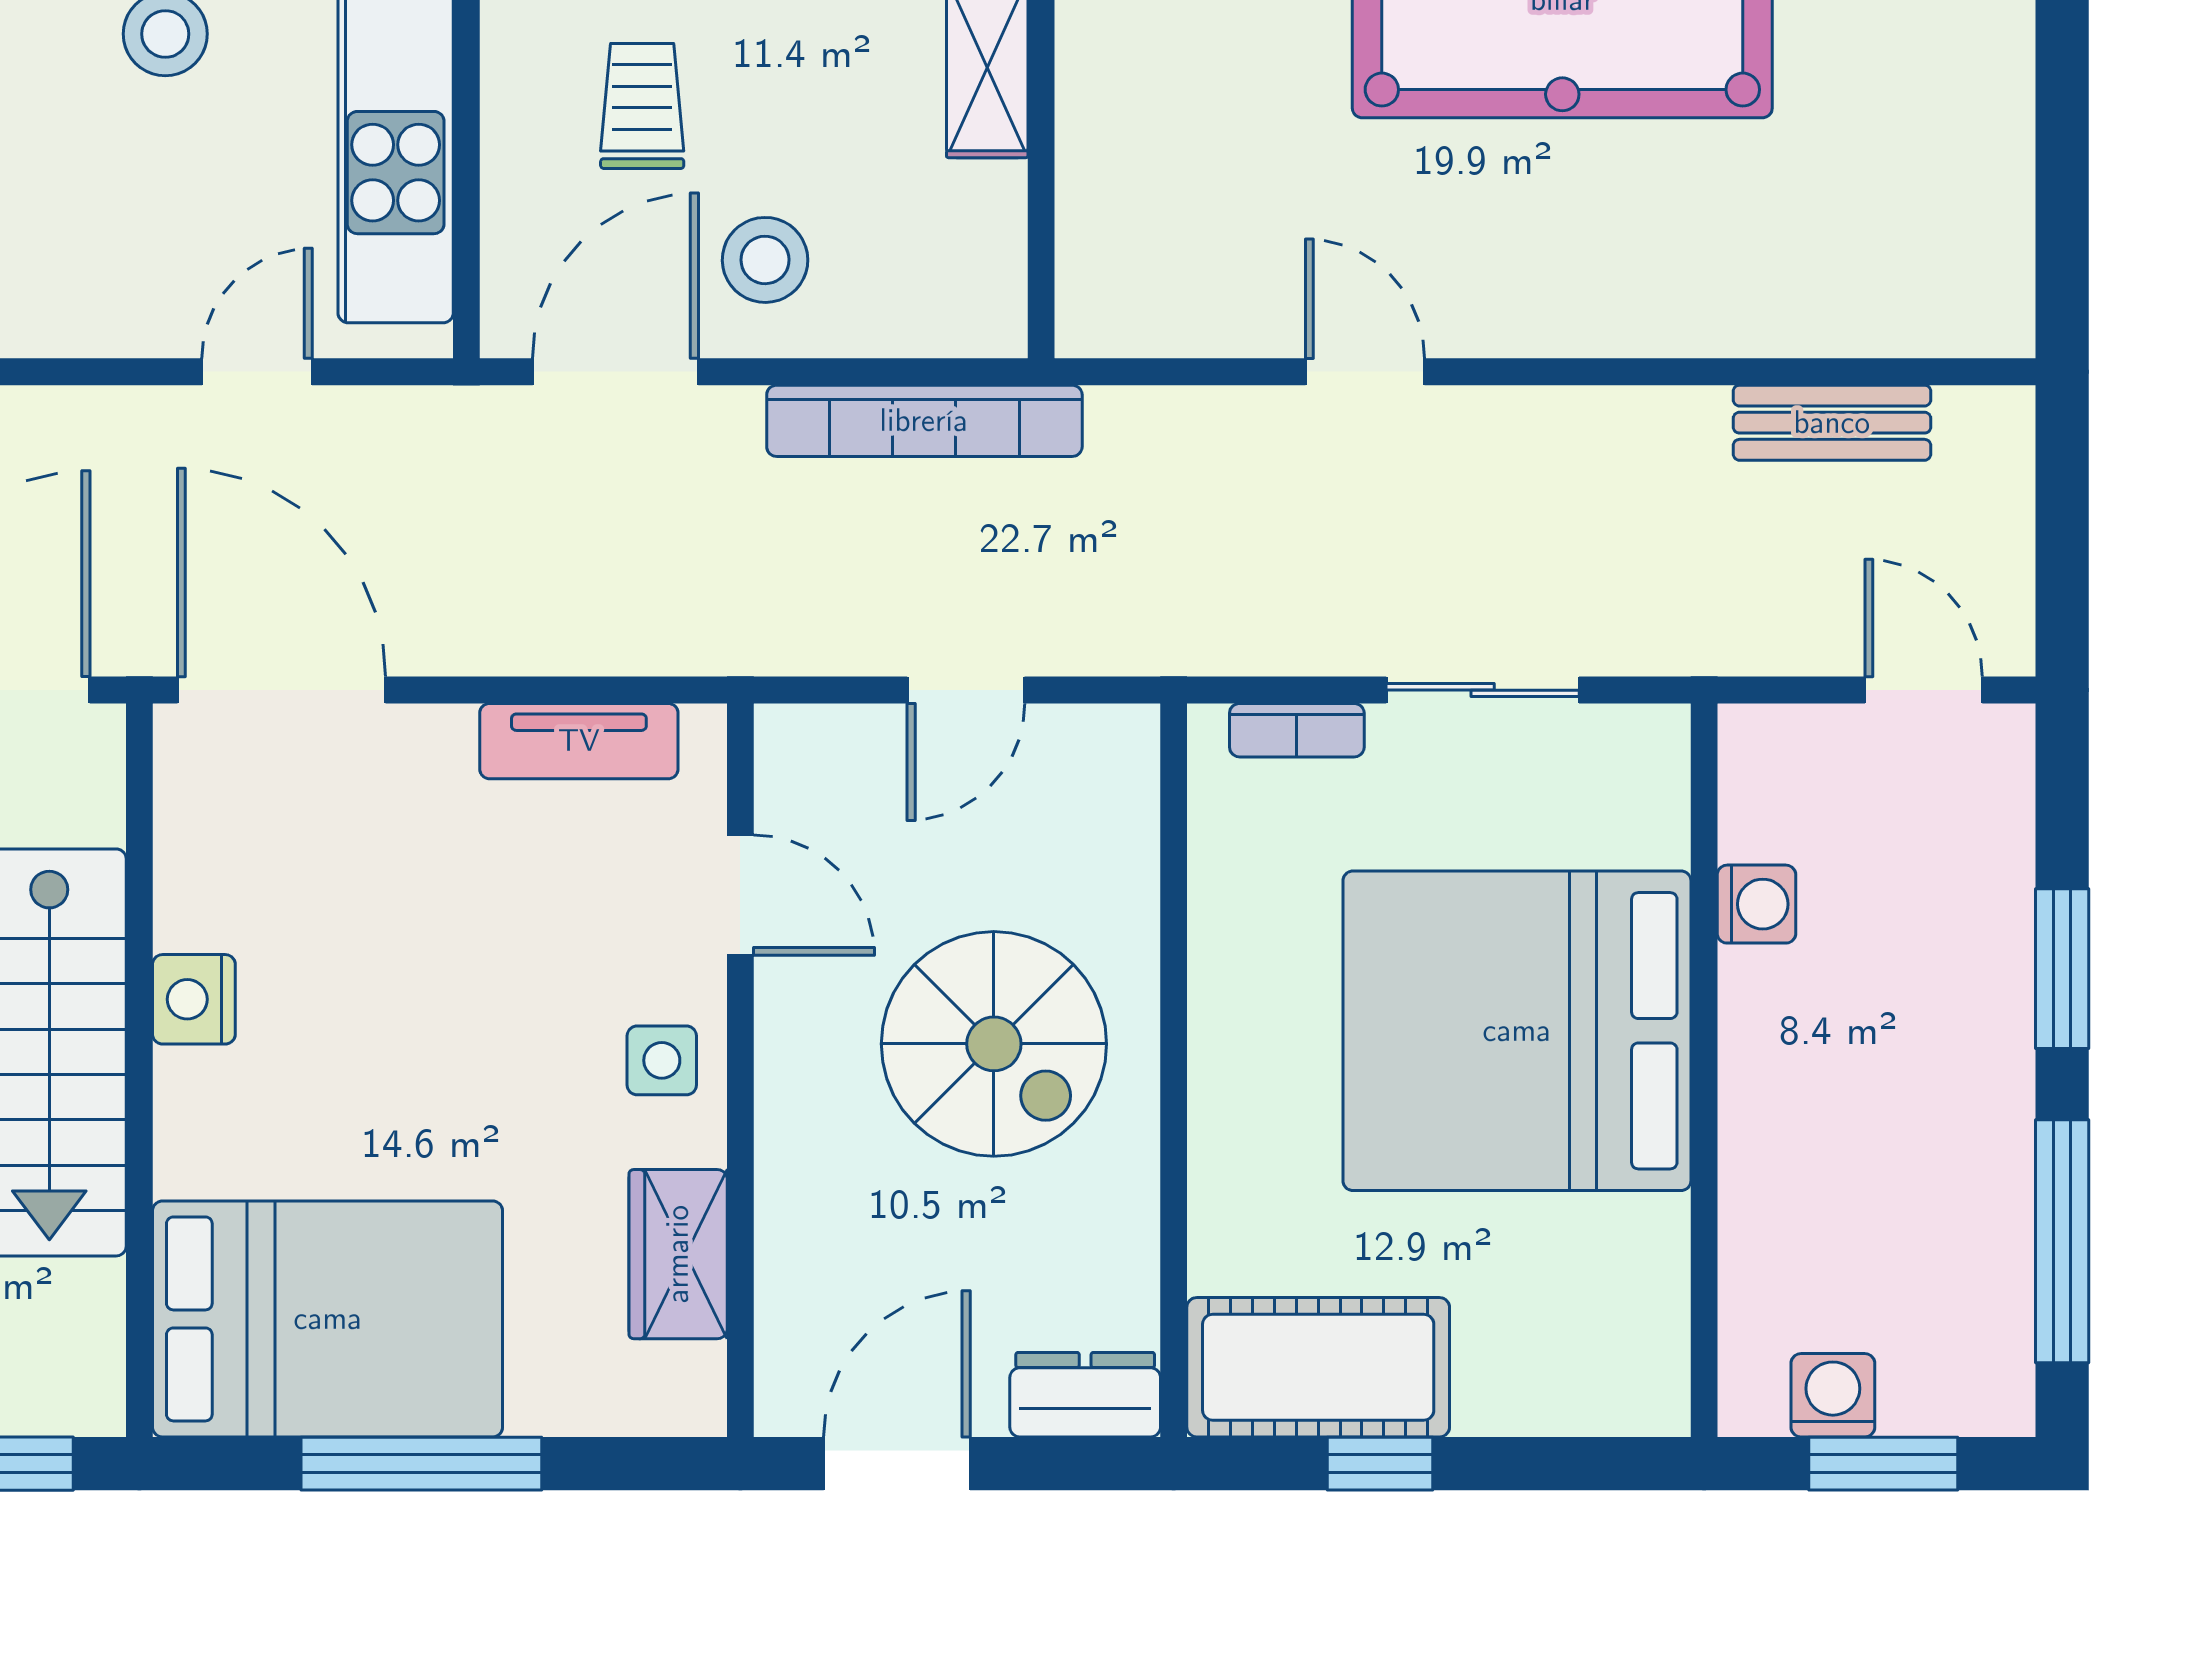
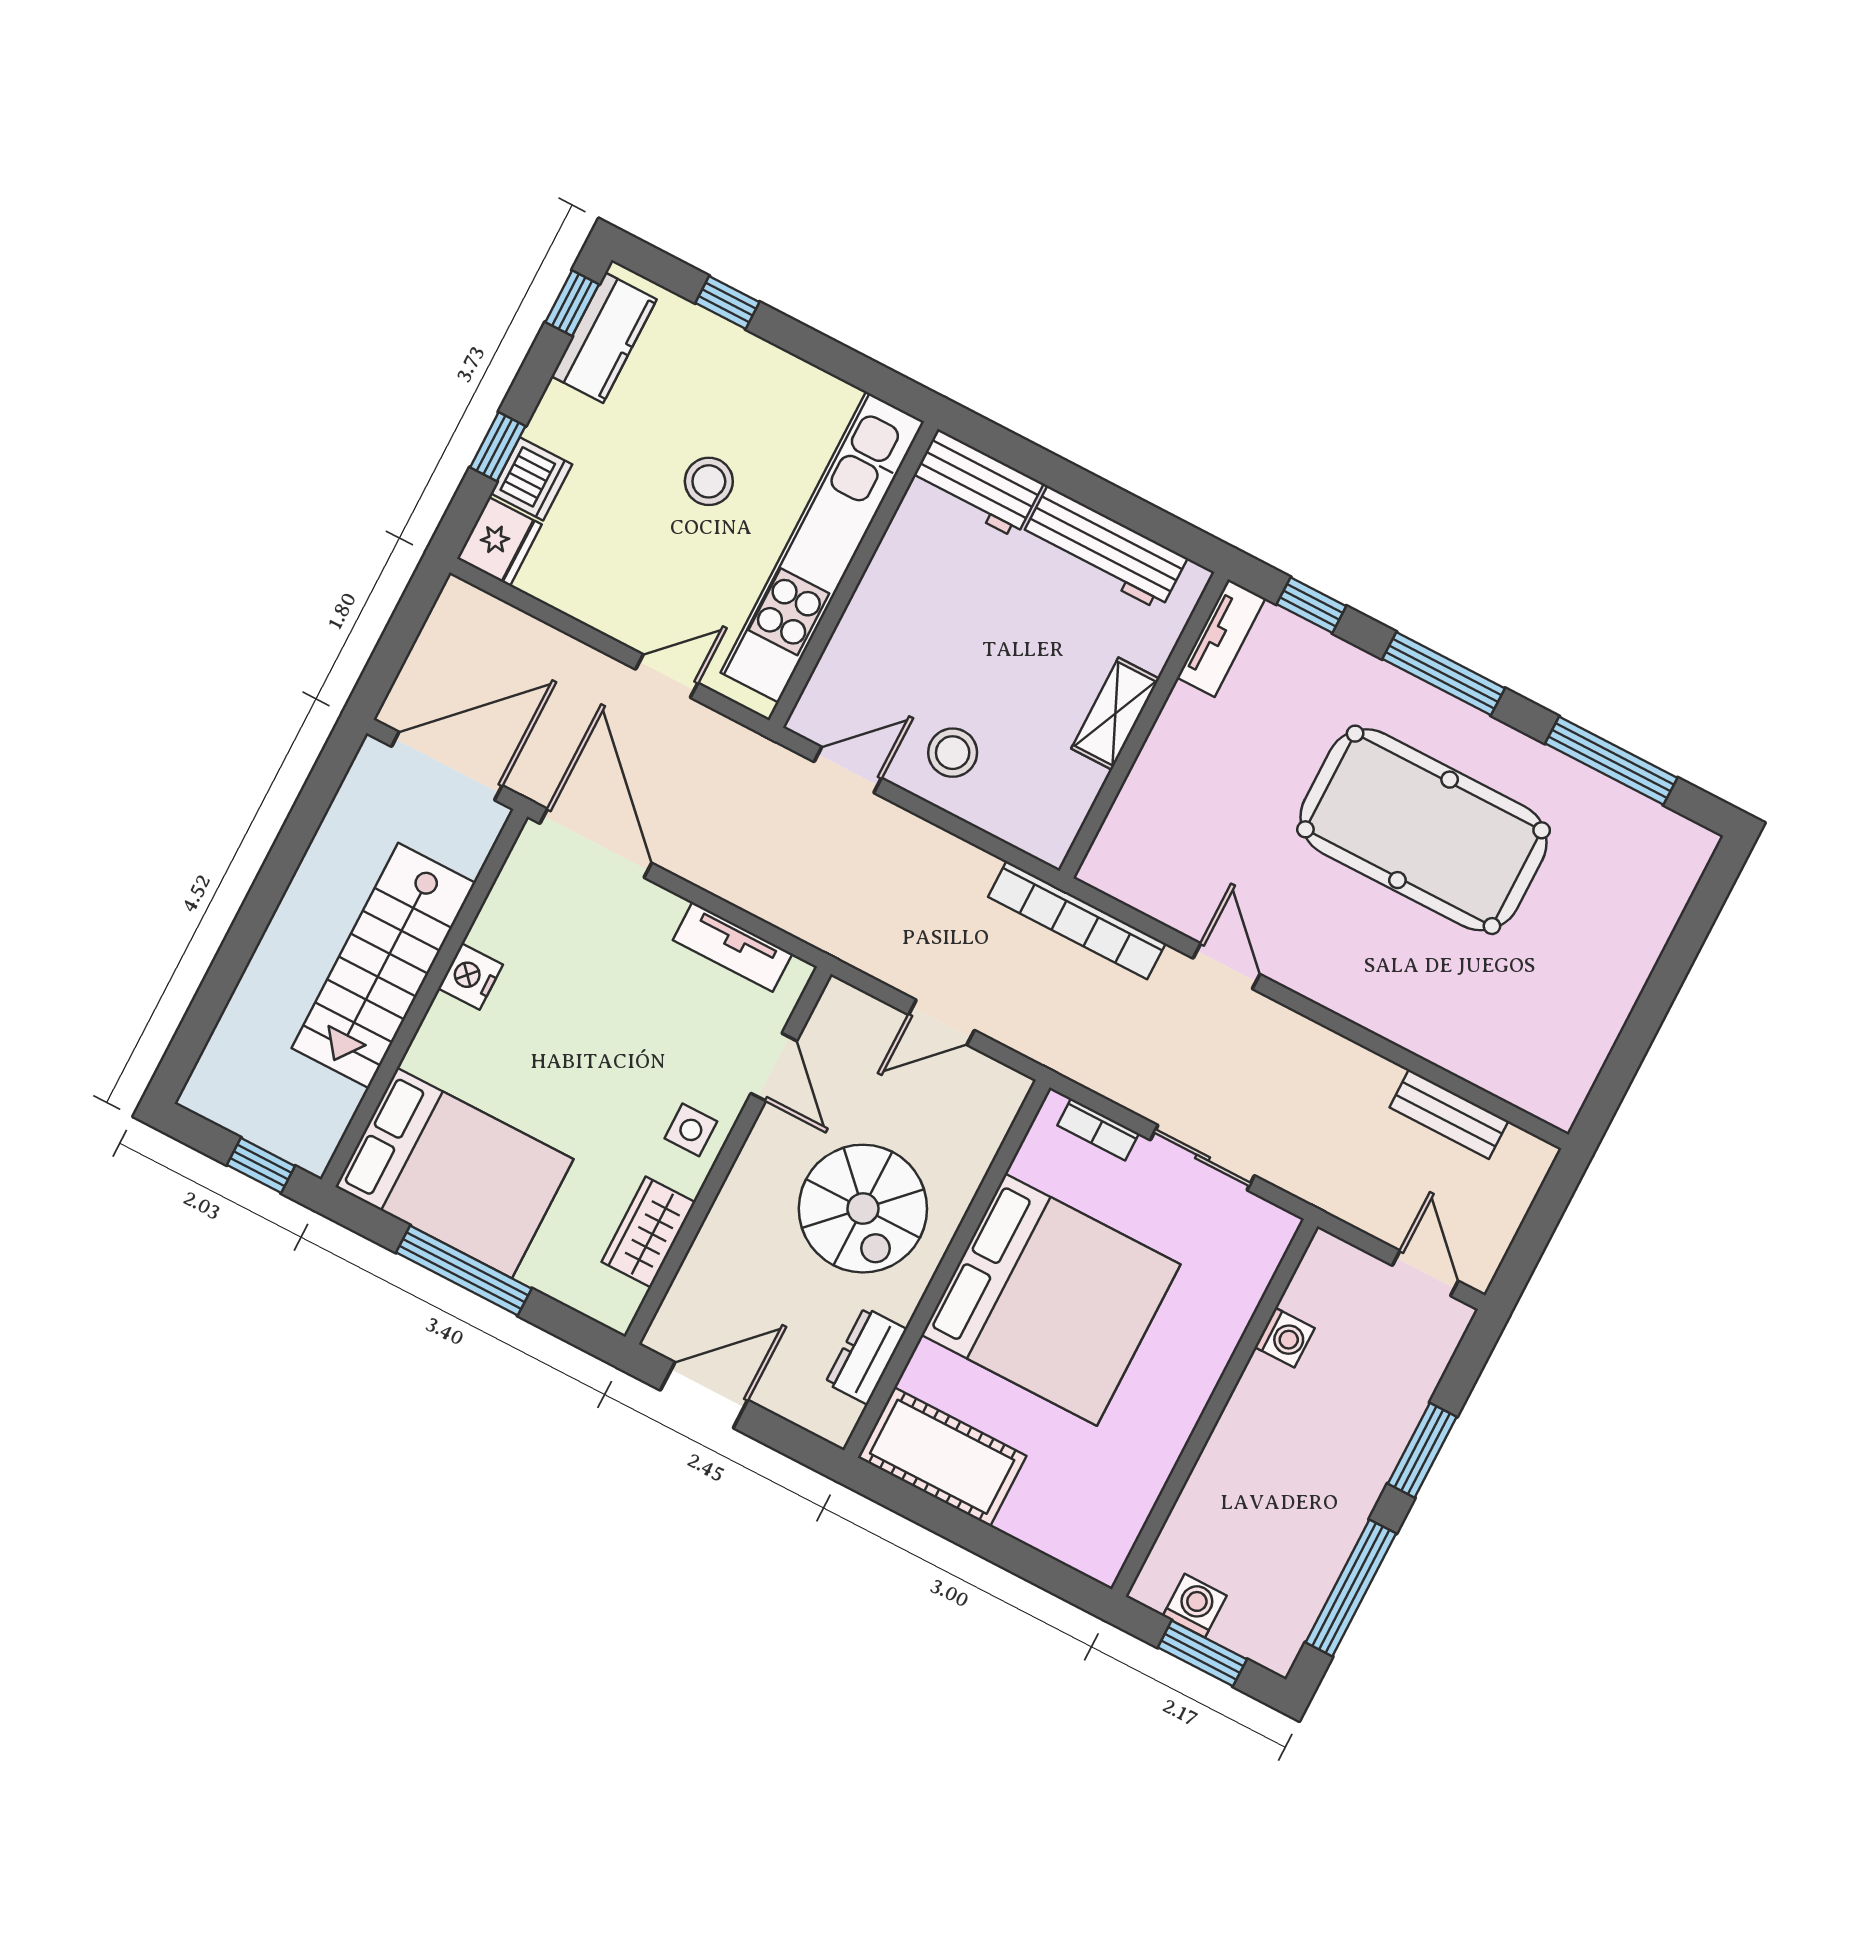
trolley: (642, 106) -> (931, 643), removed
door: (615, 372) -> (848, 770), width x0.73
bookcase: (924, 421) -> (1077, 920), moved
bed: (1517, 1031) -> (1051, 1300), moved, turned 180
dresser: (1085, 1395) -> (866, 1356), moved, turned -90
window: (1380, 1464) -> (948, 1522), removed

